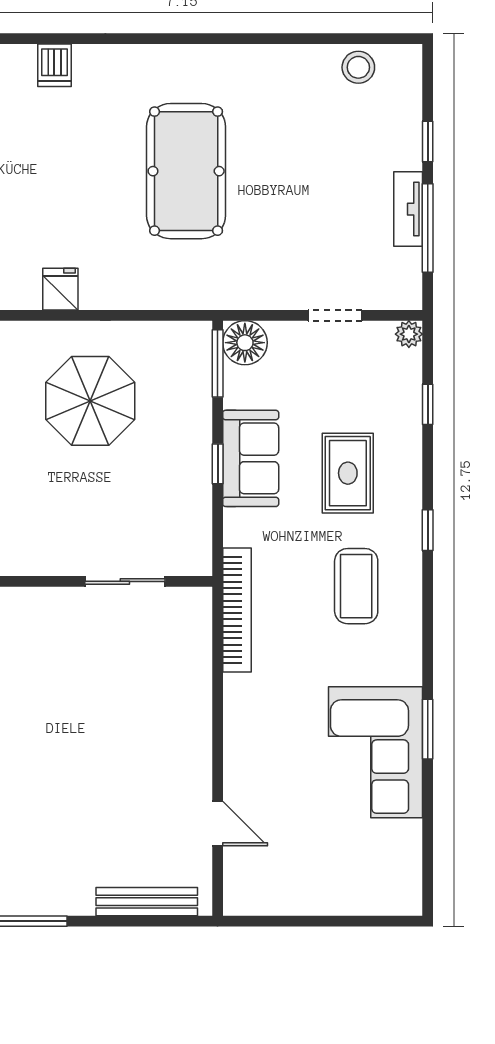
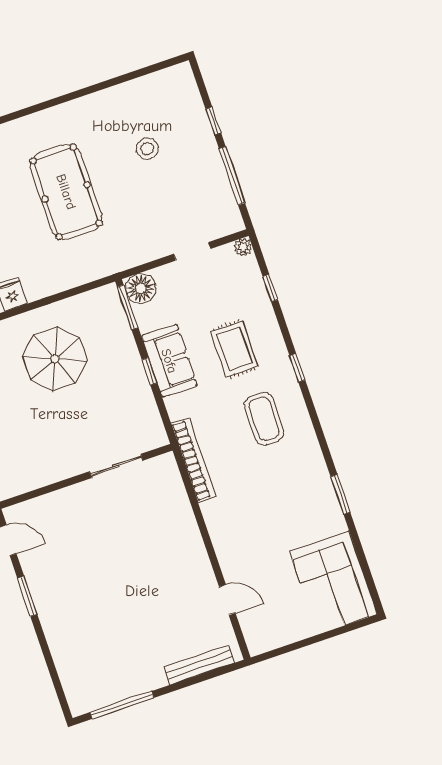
stool: (358, 67) -> (147, 149), moved
tv unit: (408, 209) -> (215, 168), removed
corner sofa: (376, 752) -> (333, 583), moved

